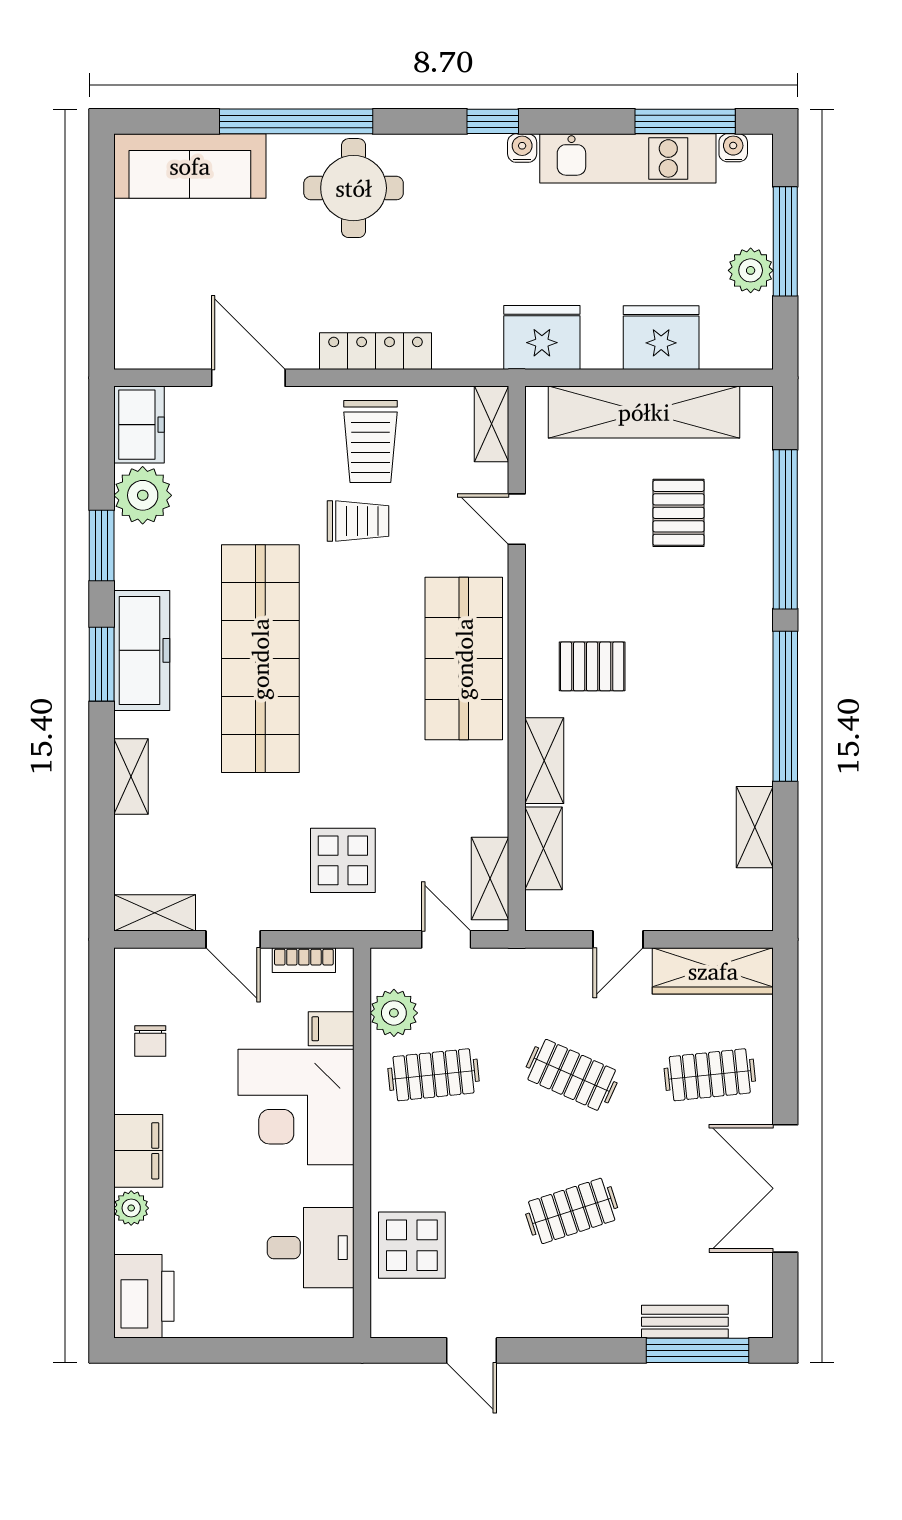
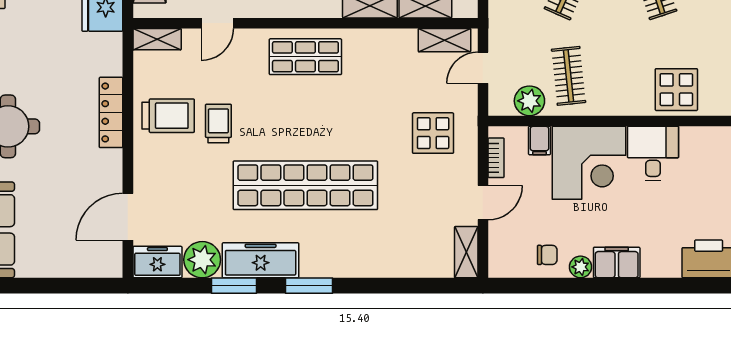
door: (248, 378) -> (128, 217), moved
freezer: (142, 650) -> (261, 260), moved
shop shelf: (464, 659) -> (305, 57), width x0.70, depth x0.74
shelving: (131, 777) -> (380, 267), removed
plant: (131, 1208) -> (581, 267), moved
desk: (311, 1248) -> (653, 154), moved

